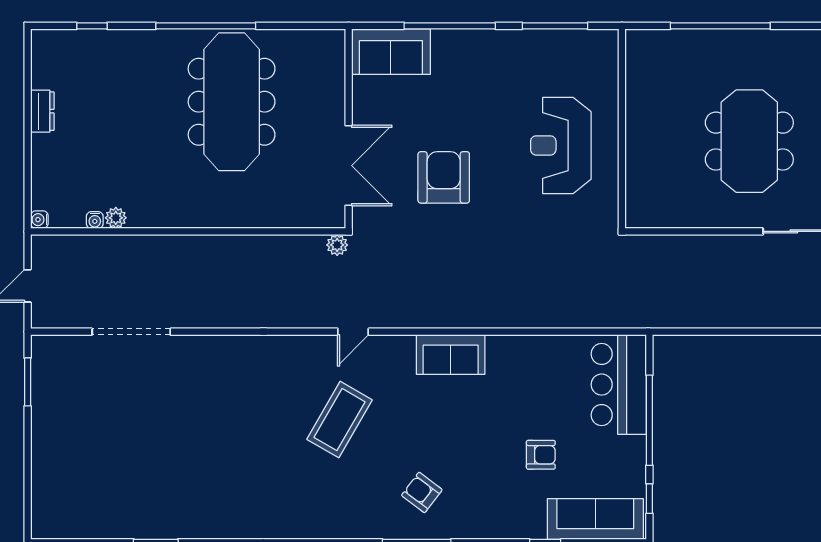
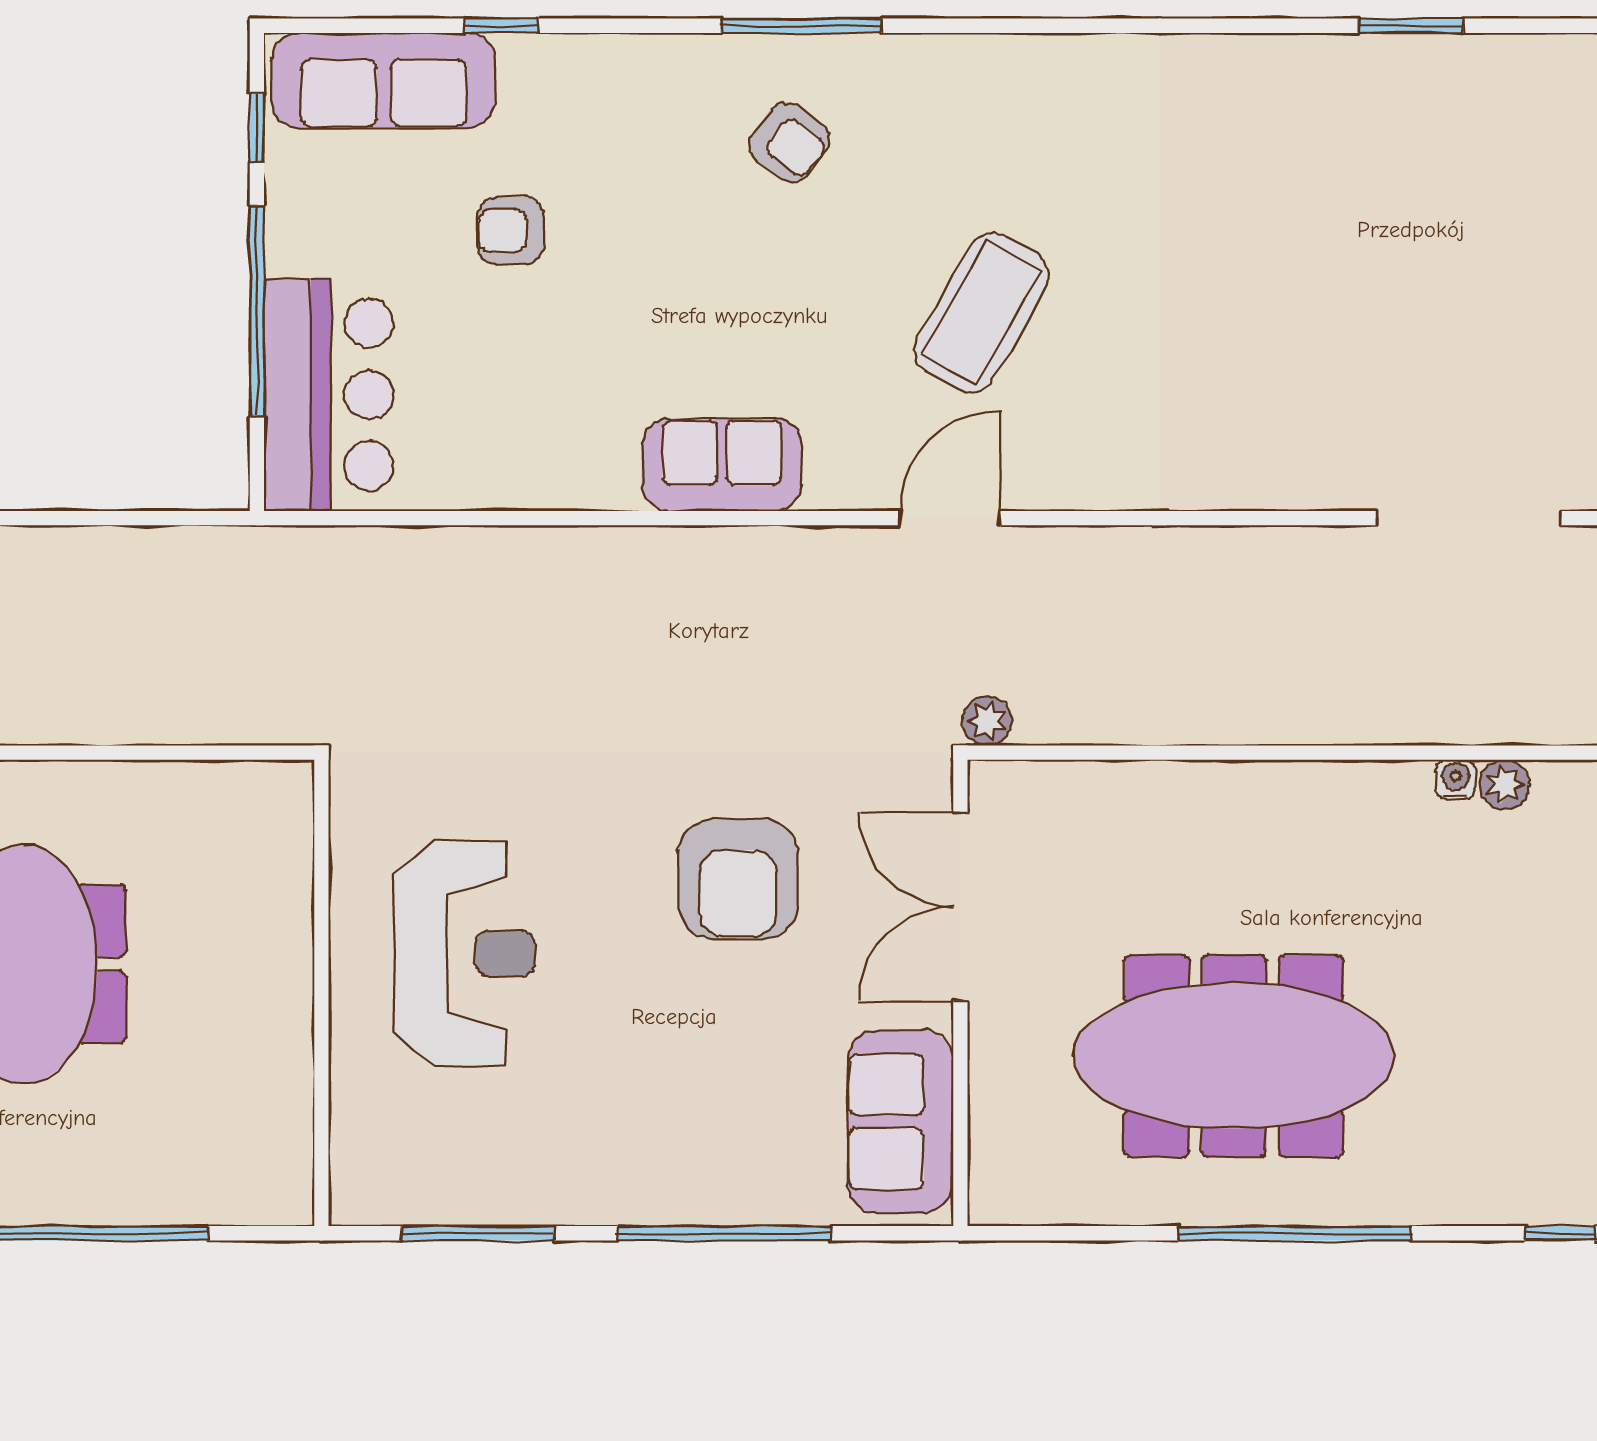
sofa: (391, 52) -> (900, 1122), moved, turned -90
meeting table: (232, 102) -> (1234, 1056), turned 90
water cooler: (95, 220) -> (1455, 779), moved
door: (353, 332) -> (950, 518), width x1.38

